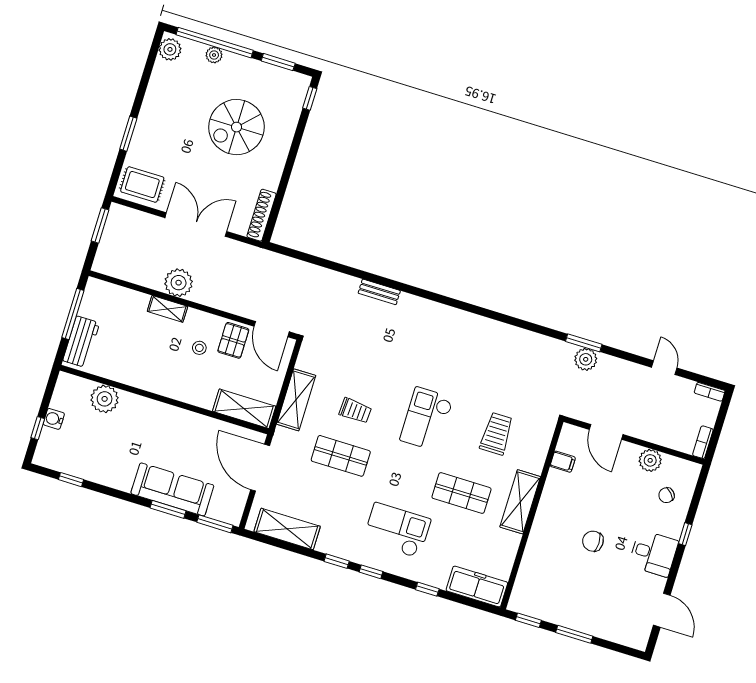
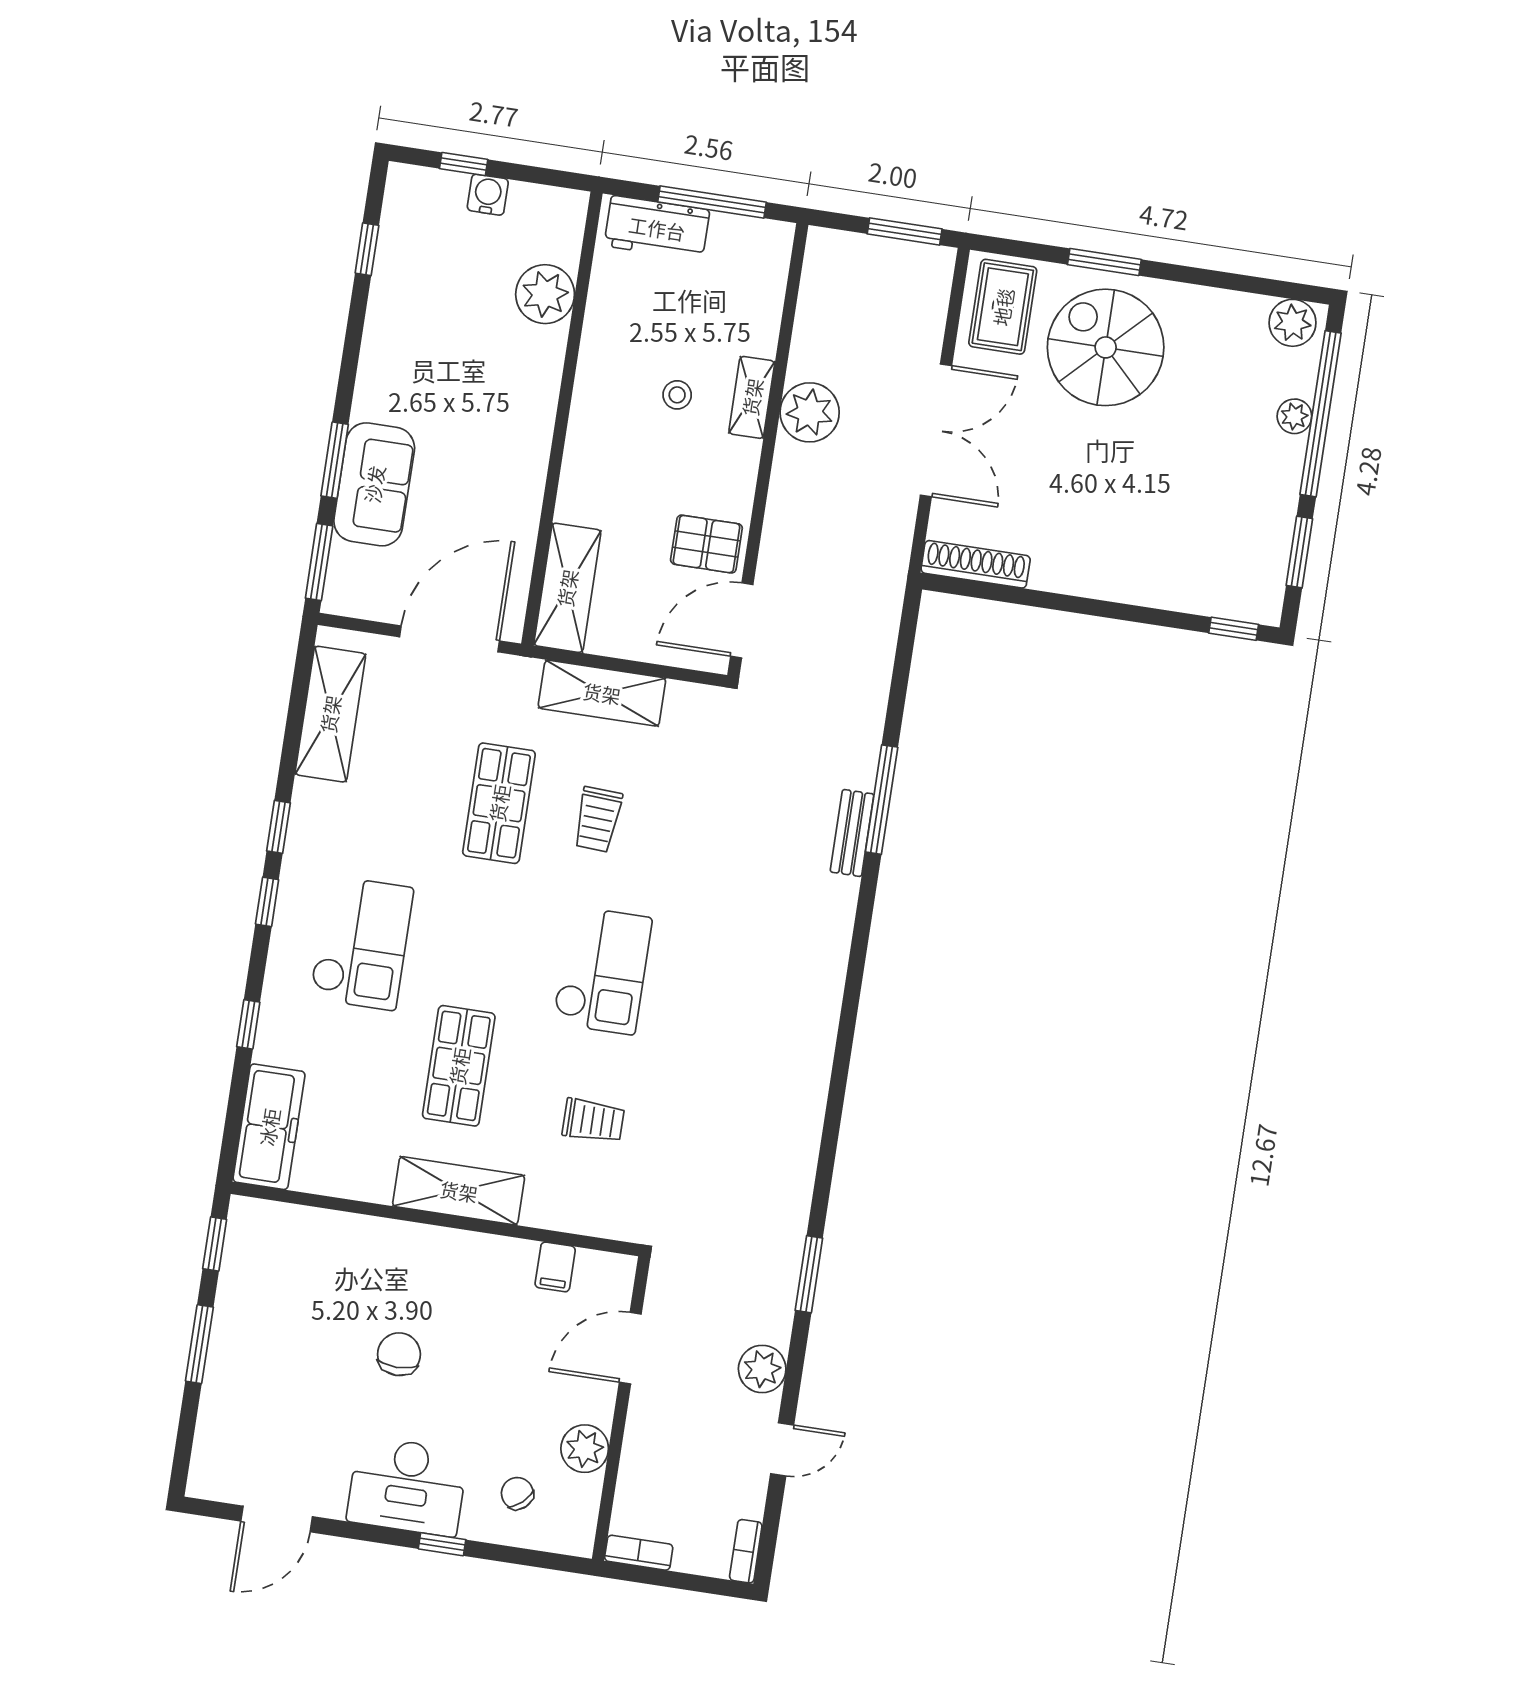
spiral stairs: (236, 127) -> (1106, 347), moved
window: (366, 276) -> (882, 800), added
stool: (199, 348) -> (677, 395), moved
plant: (586, 359) -> (762, 1369), moved
checkout: (427, 419) -> (602, 970), turned 90
trolley: (497, 434) -> (593, 1121), width x0.73, depth x0.72
sofa: (172, 489) -> (374, 484), width x0.73
desk: (653, 553) -> (407, 1486), width x1.37

